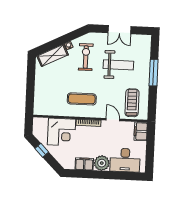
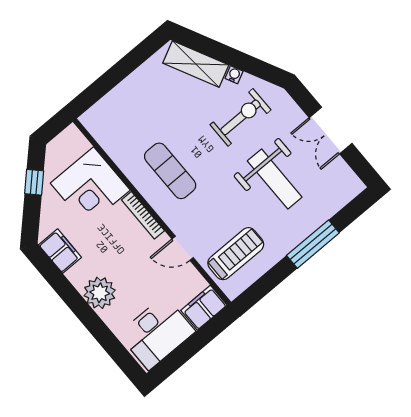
door: (113, 120) -> (183, 248), swing flipped
desk: (125, 160) -> (157, 333), moved, turned -90
filing cabinet: (84, 164) -> (60, 251), moved

